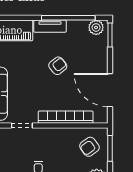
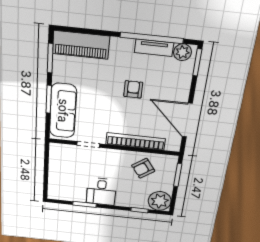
tv unit: (50, 26) -> (154, 48), moved
armchair: (58, 66) -> (133, 89), turned -52
armchair: (89, 147) -> (143, 168), moved

